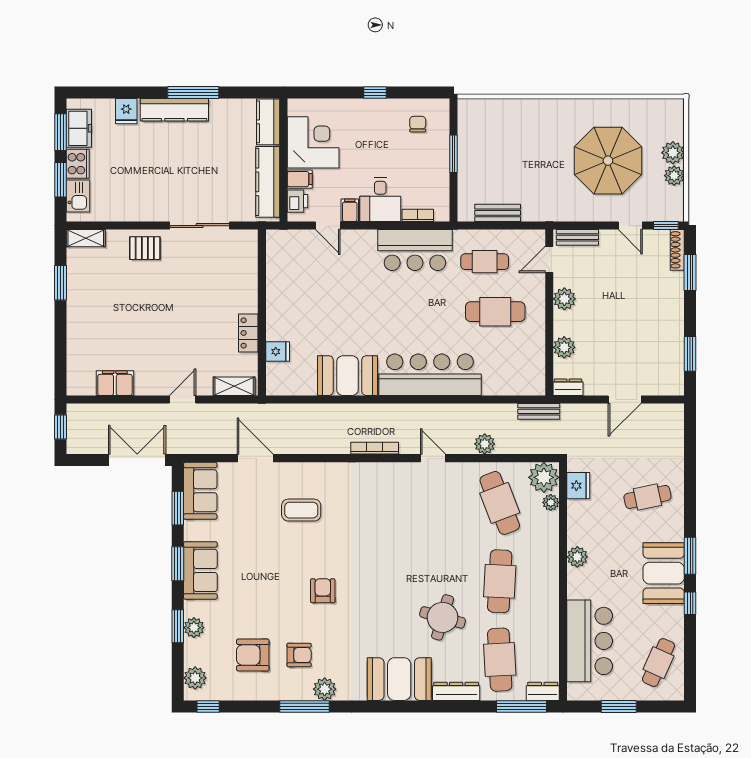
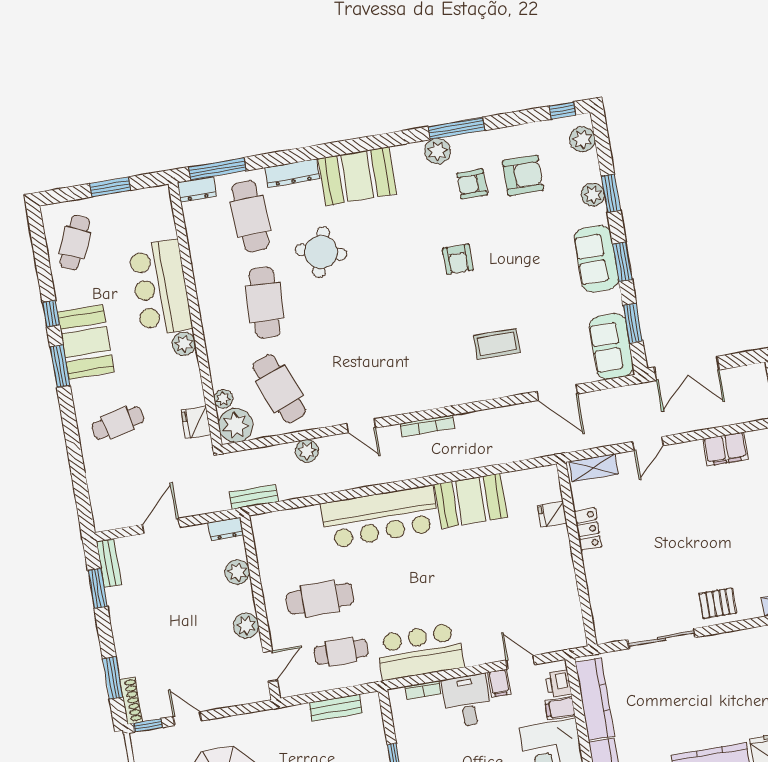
bench: (577, 237) -> (109, 563), moved, turned 90
bar counter: (590, 641) -> (160, 288), moved

